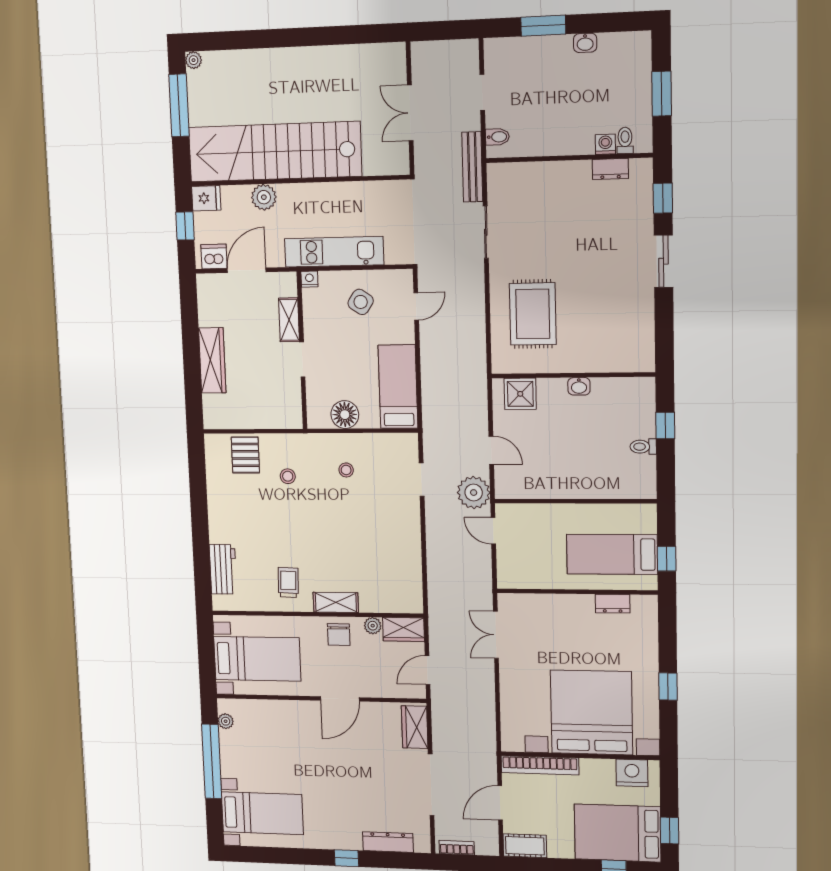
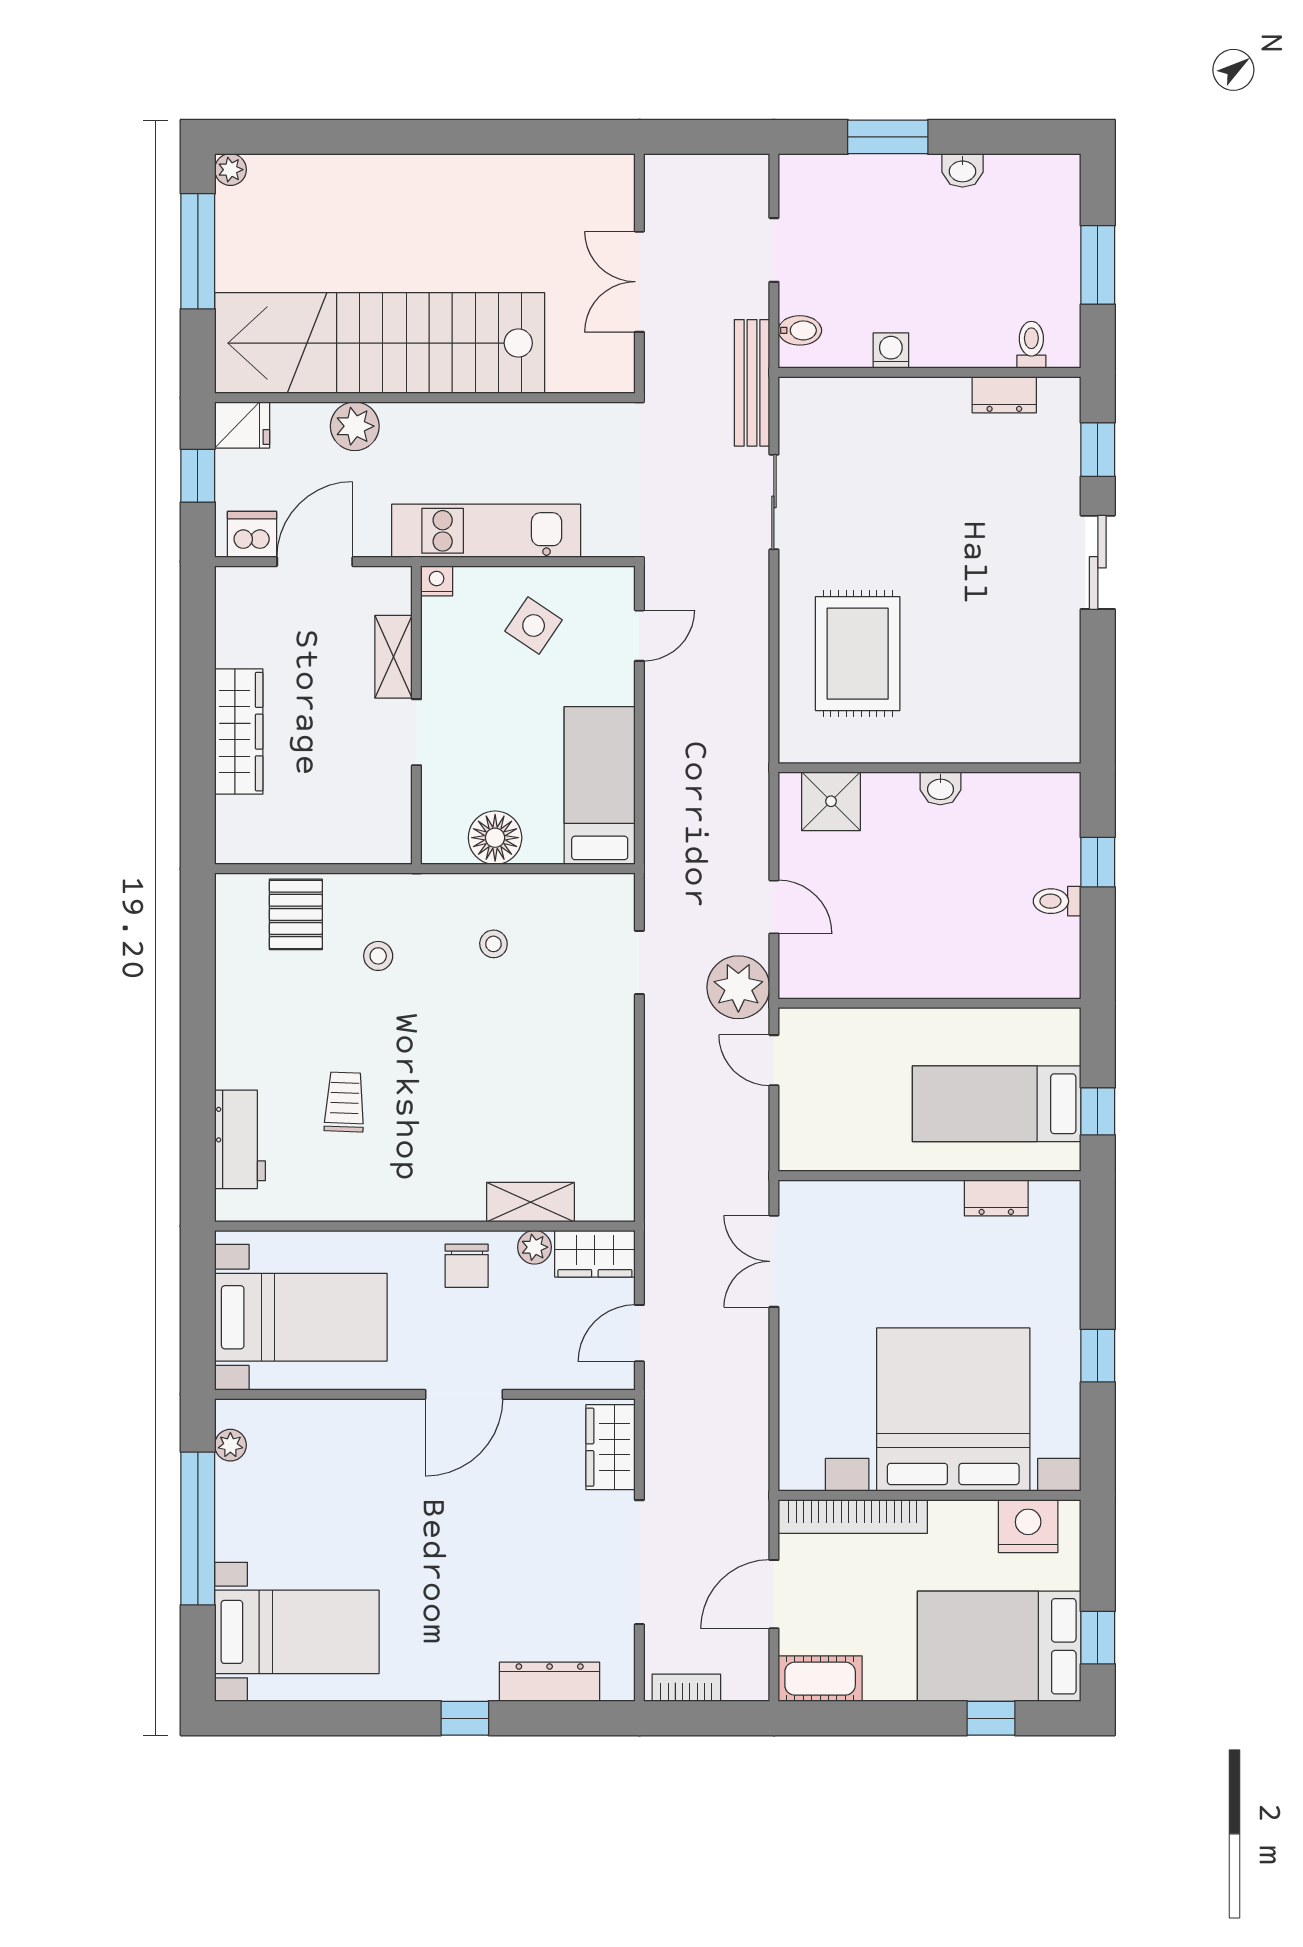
washing machine: (605, 144) -> (891, 350), moved
trolley: (288, 582) -> (345, 1102), moved
shelving: (336, 602) -> (530, 1202), moved

